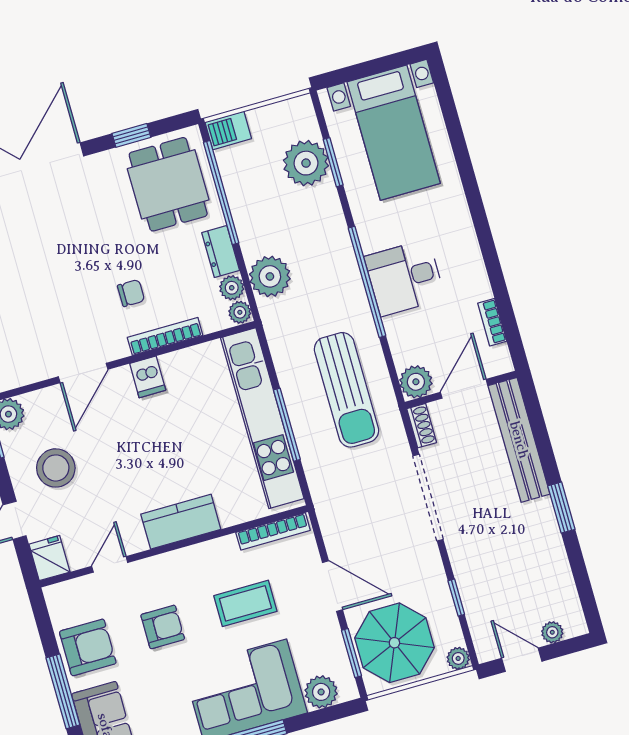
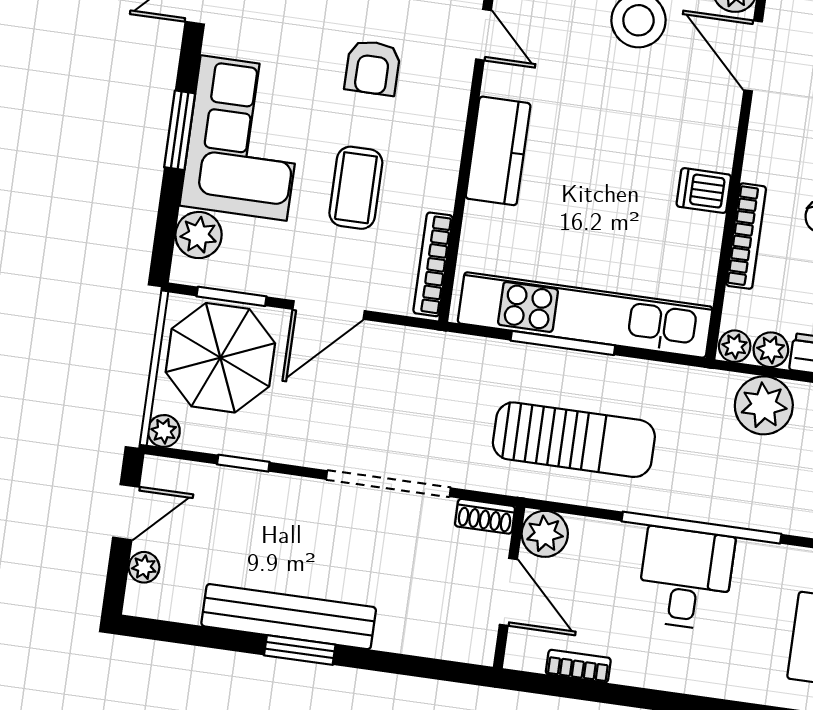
door: (83, 373) -> (753, 56), moved
sun lounger: (346, 390) -> (574, 440), turned 180
bench: (519, 440) -> (289, 617), moved

